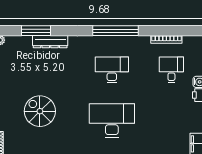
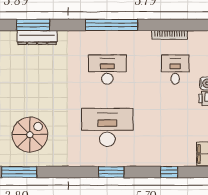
window: (36, 31) -> (33, 25), moved
spiral stairs: (40, 111) -> (30, 135), moved, turned 90

